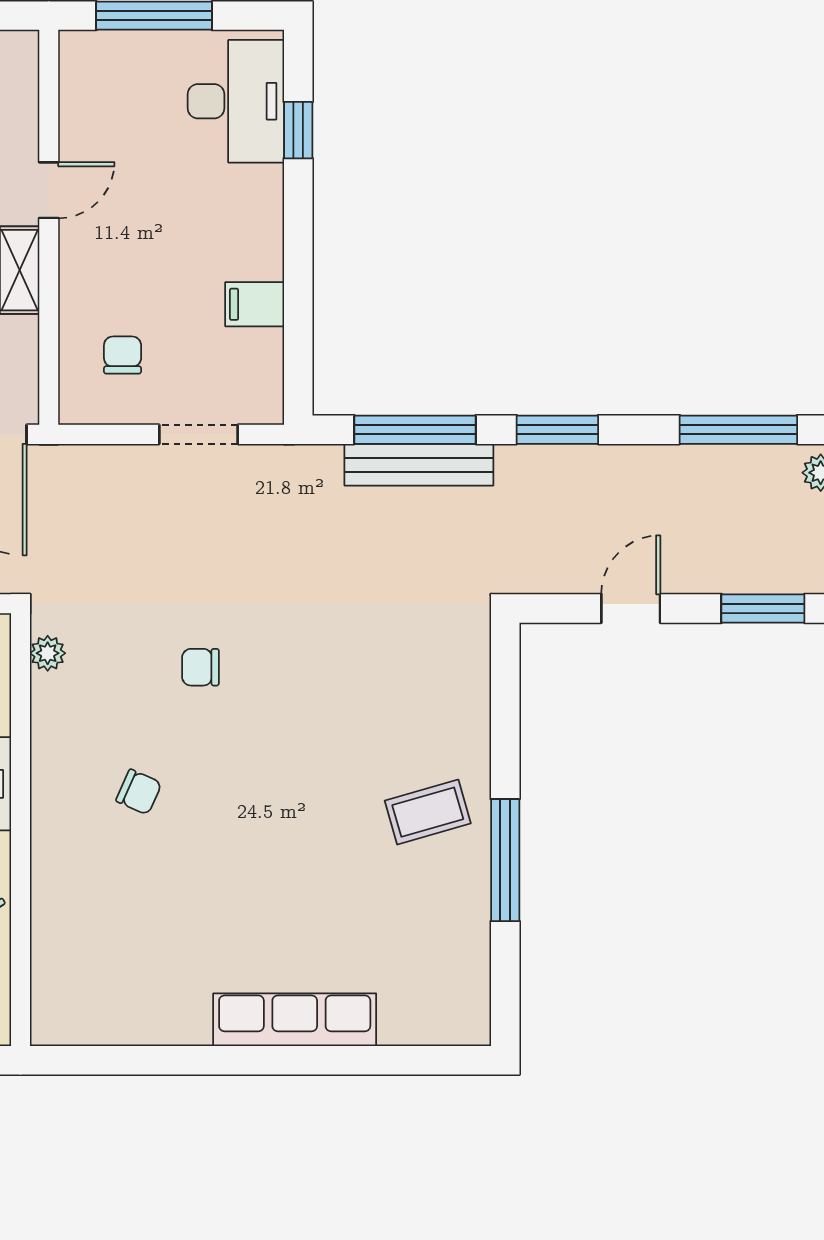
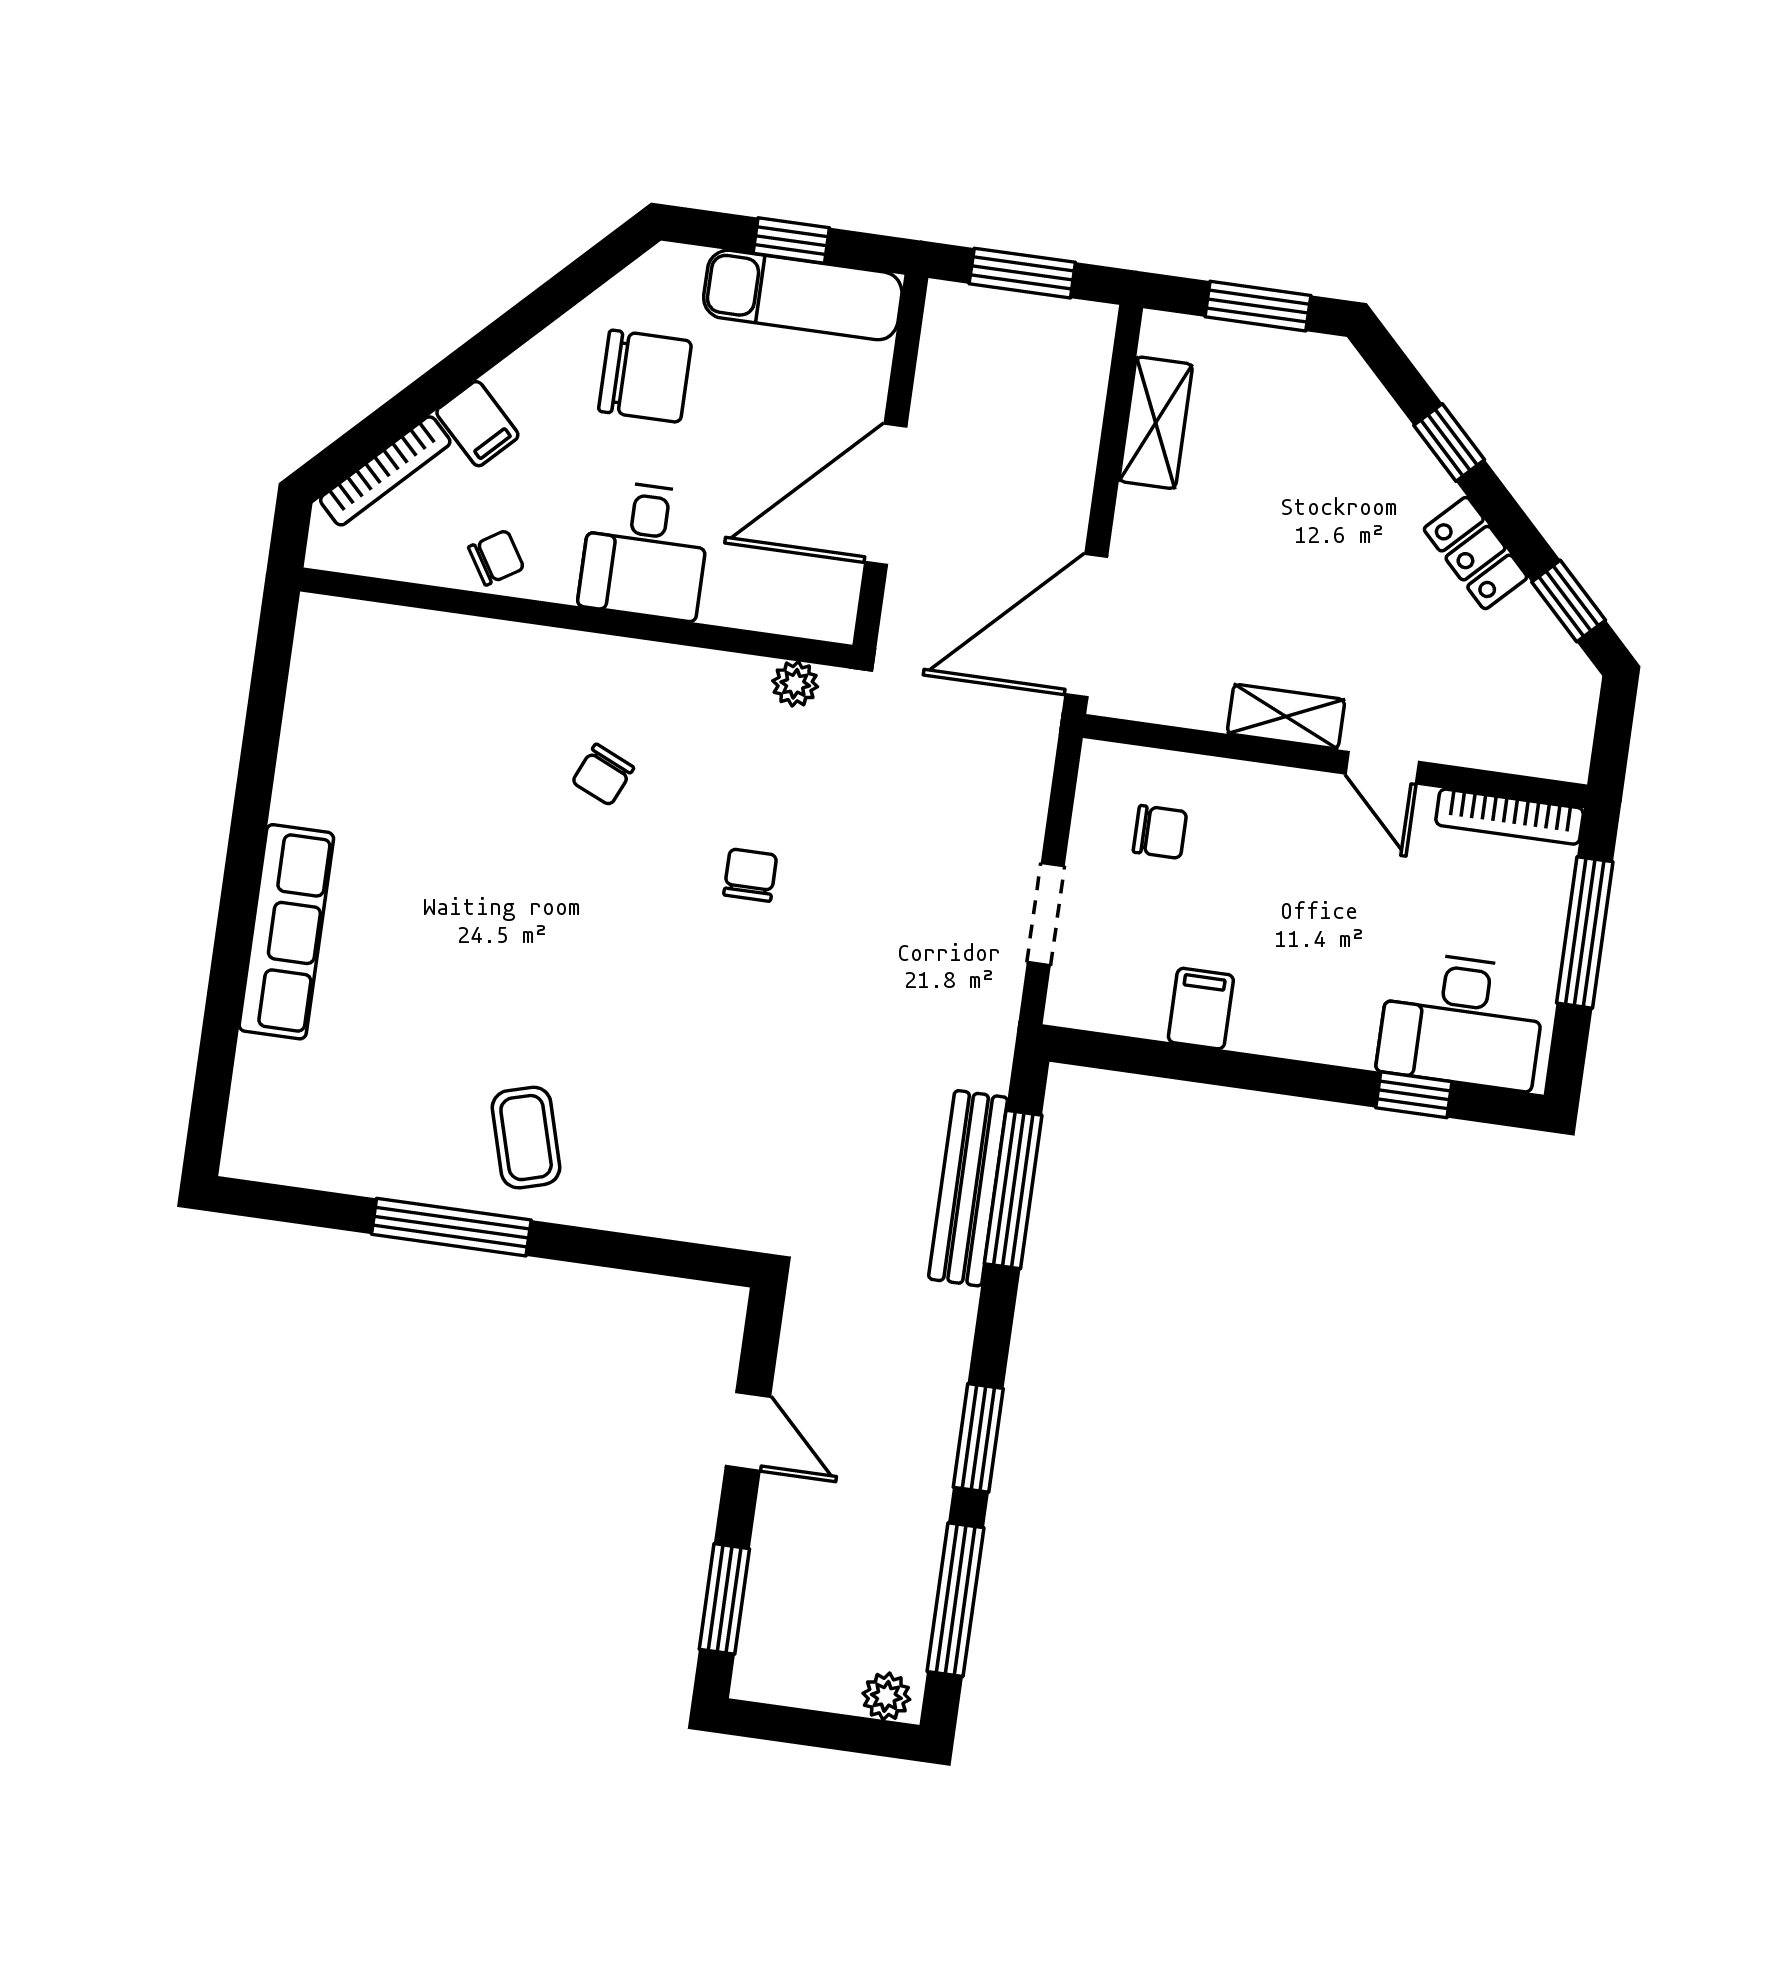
bookcase: (73, 86) -> (1510, 817), added
window: (557, 430) -> (978, 1438), moved

